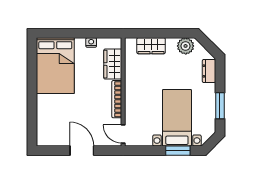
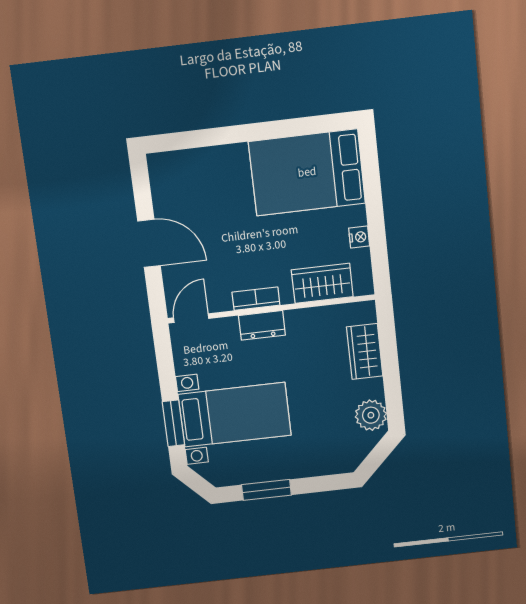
dresser: (209, 71) -> (262, 325), moved, turned 180
bookcase: (117, 99) -> (256, 299), width x0.64
door: (82, 151) -> (149, 243), hinge flipped

